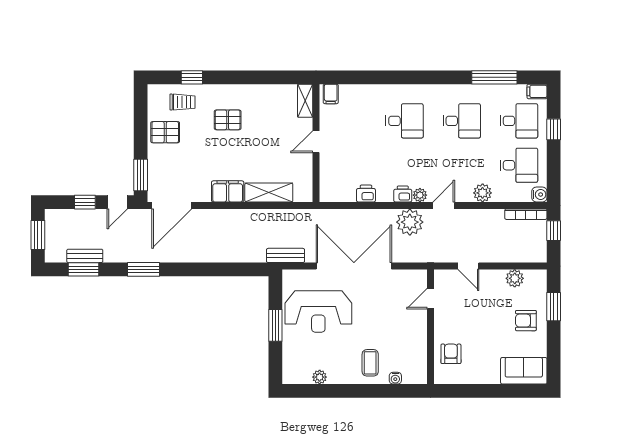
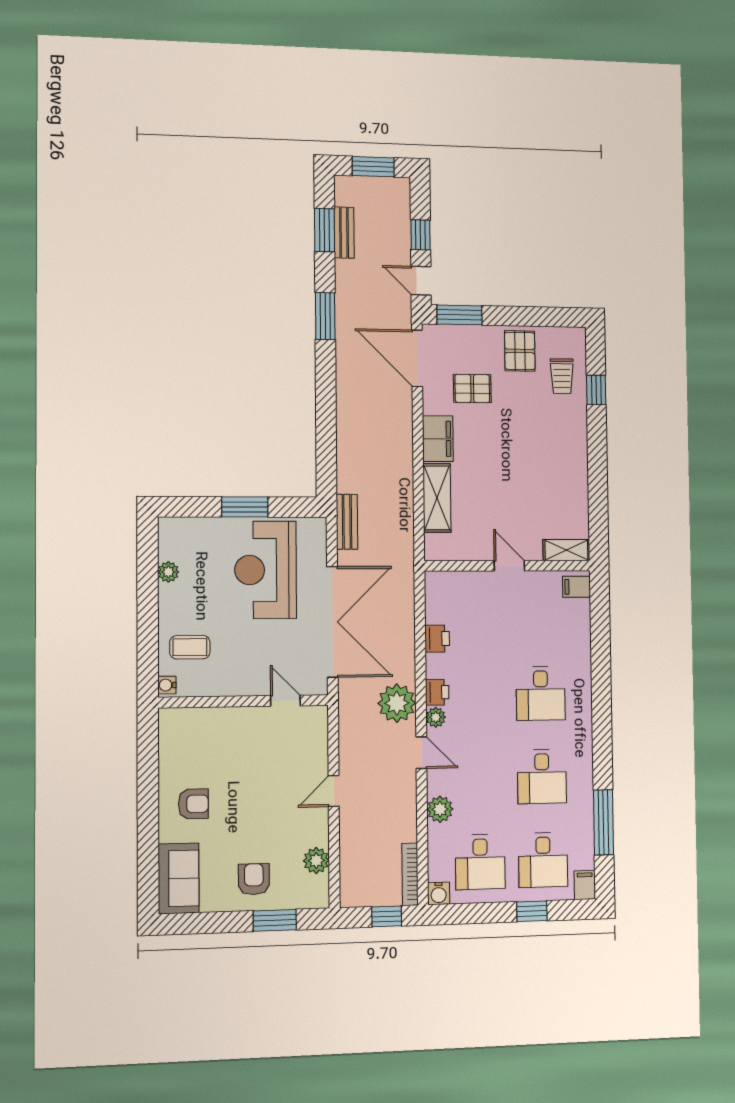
pallet: (228, 120) -> (472, 389), moved, turned 90
door: (431, 299) -> (285, 701), moved
wall: (431, 327) -> (244, 701), moved
armchair: (451, 354) -> (193, 804), moved

